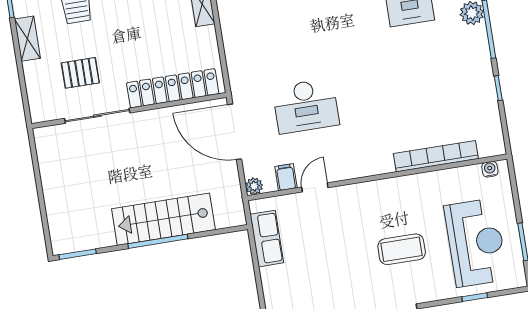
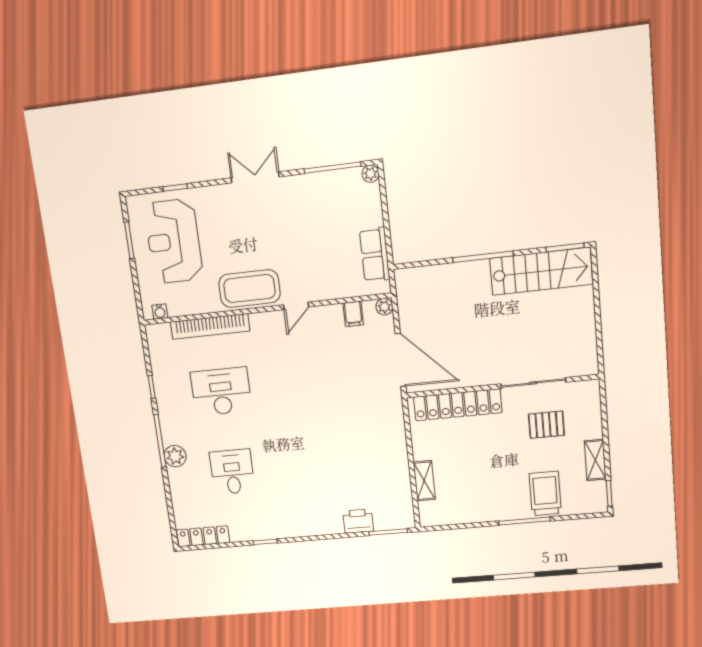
desk: (306, 106) -> (221, 392), moved
door: (315, 187) -> (296, 306), moved
stairs: (163, 219) -> (541, 271), moved
coffee table: (402, 249) -> (249, 289), moved, width x1.36, depth x1.32

